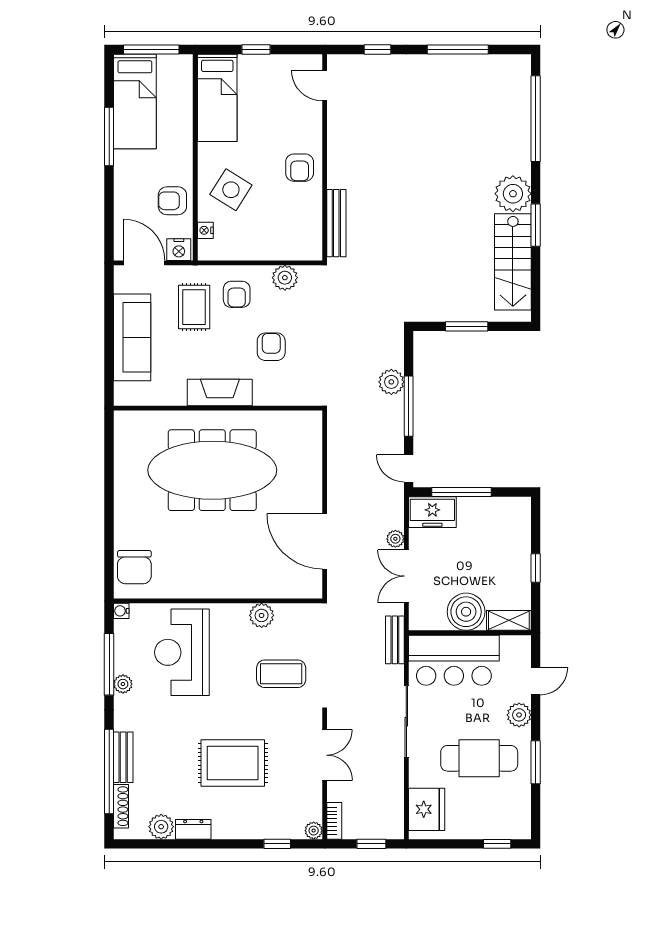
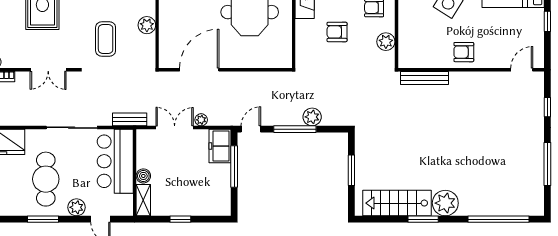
armchair: (271, 347) -> (337, 32), turned 180
boiler: (466, 612) -> (143, 176), width x0.54, depth x0.54

